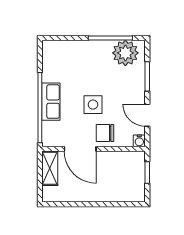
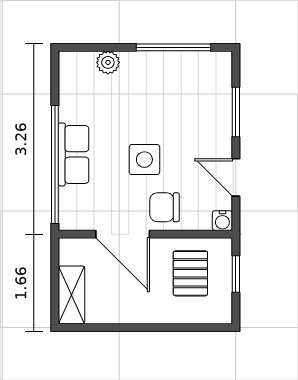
plant: (125, 53) -> (108, 62), moved, width x0.53, depth x0.53
shelving: (50, 168) -> (72, 295), moved
pallet: (120, 172) -> (190, 273), added

